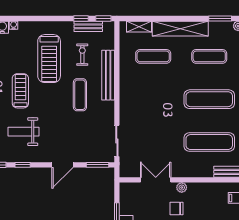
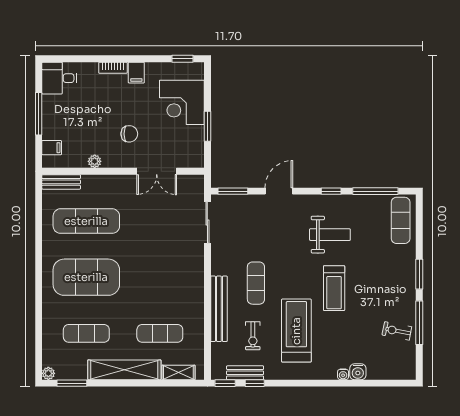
exercise mat: (209, 99) -> (86, 277), width x1.47
plant: (182, 188) -> (95, 161), moved

